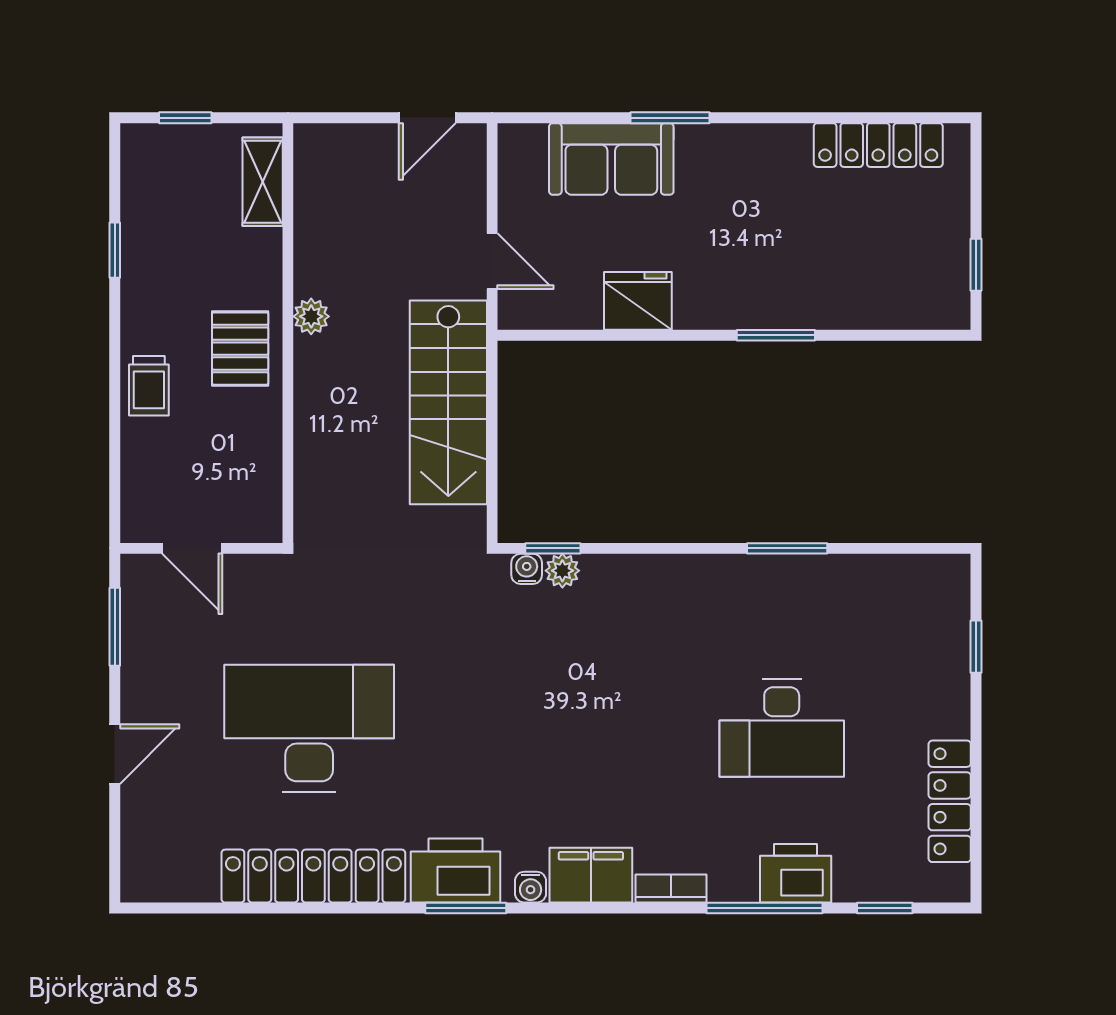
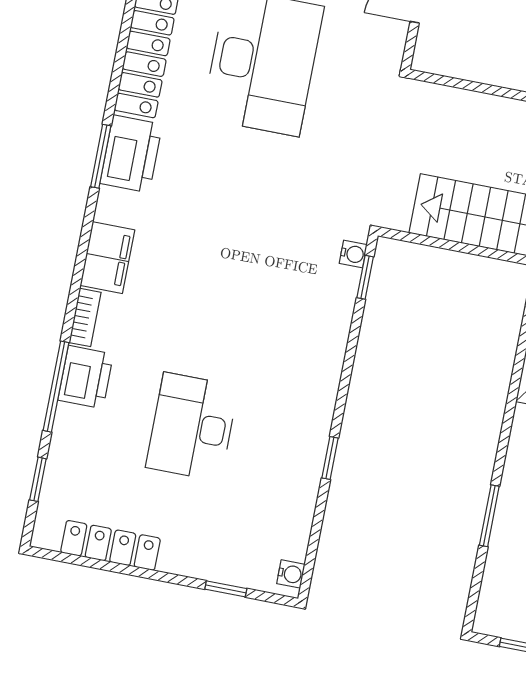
window: (776, 335) -> (489, 516), moved
window: (787, 548) -> (330, 458), width x0.67
plant: (562, 571) -> (346, 281), removed
printer: (796, 873) -> (86, 377), moved
water cooler: (531, 887) -> (291, 574), moved, turned 180

